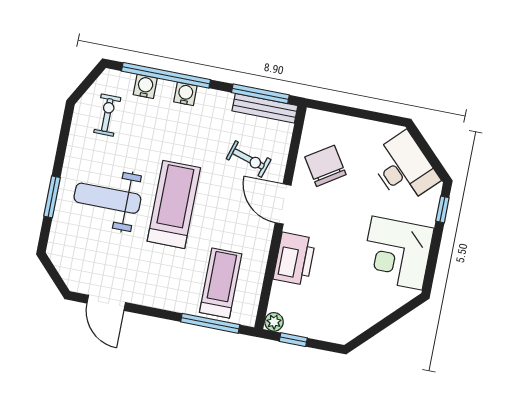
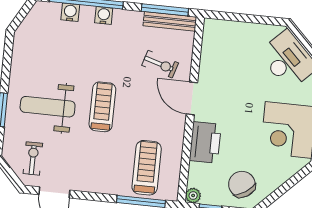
exercise bike: (107, 115) -> (33, 158), moved
chair: (325, 166) -> (242, 184), moved
treadmill: (174, 204) -> (102, 107), width x0.73, depth x0.73

